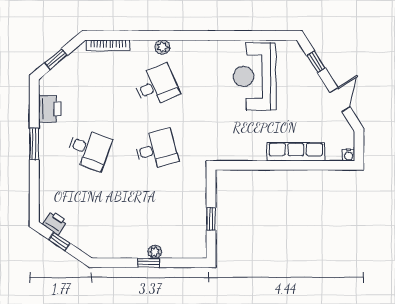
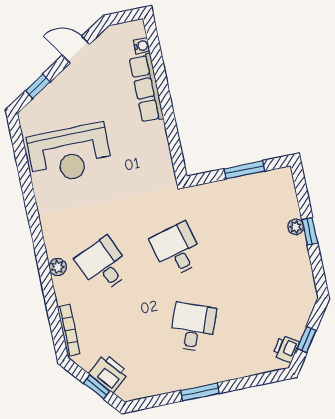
printer: (50, 109) -> (109, 373), moved, turned 50
water cooler: (349, 155) -> (142, 46), moved
window: (211, 219) -> (244, 170), width x1.50

